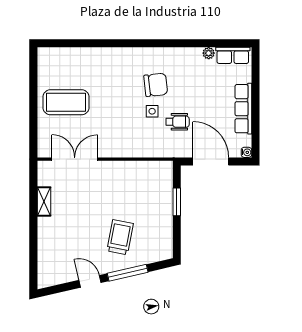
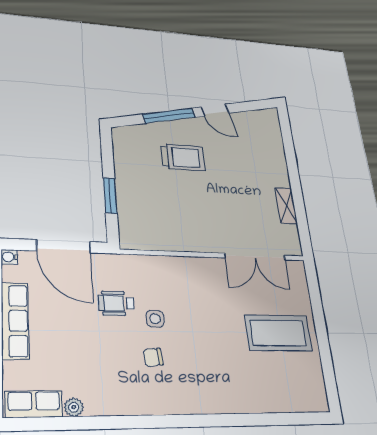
chair: (156, 85) -> (153, 357), width x0.54, depth x0.54
trolley: (120, 237) -> (183, 157), turned -101

